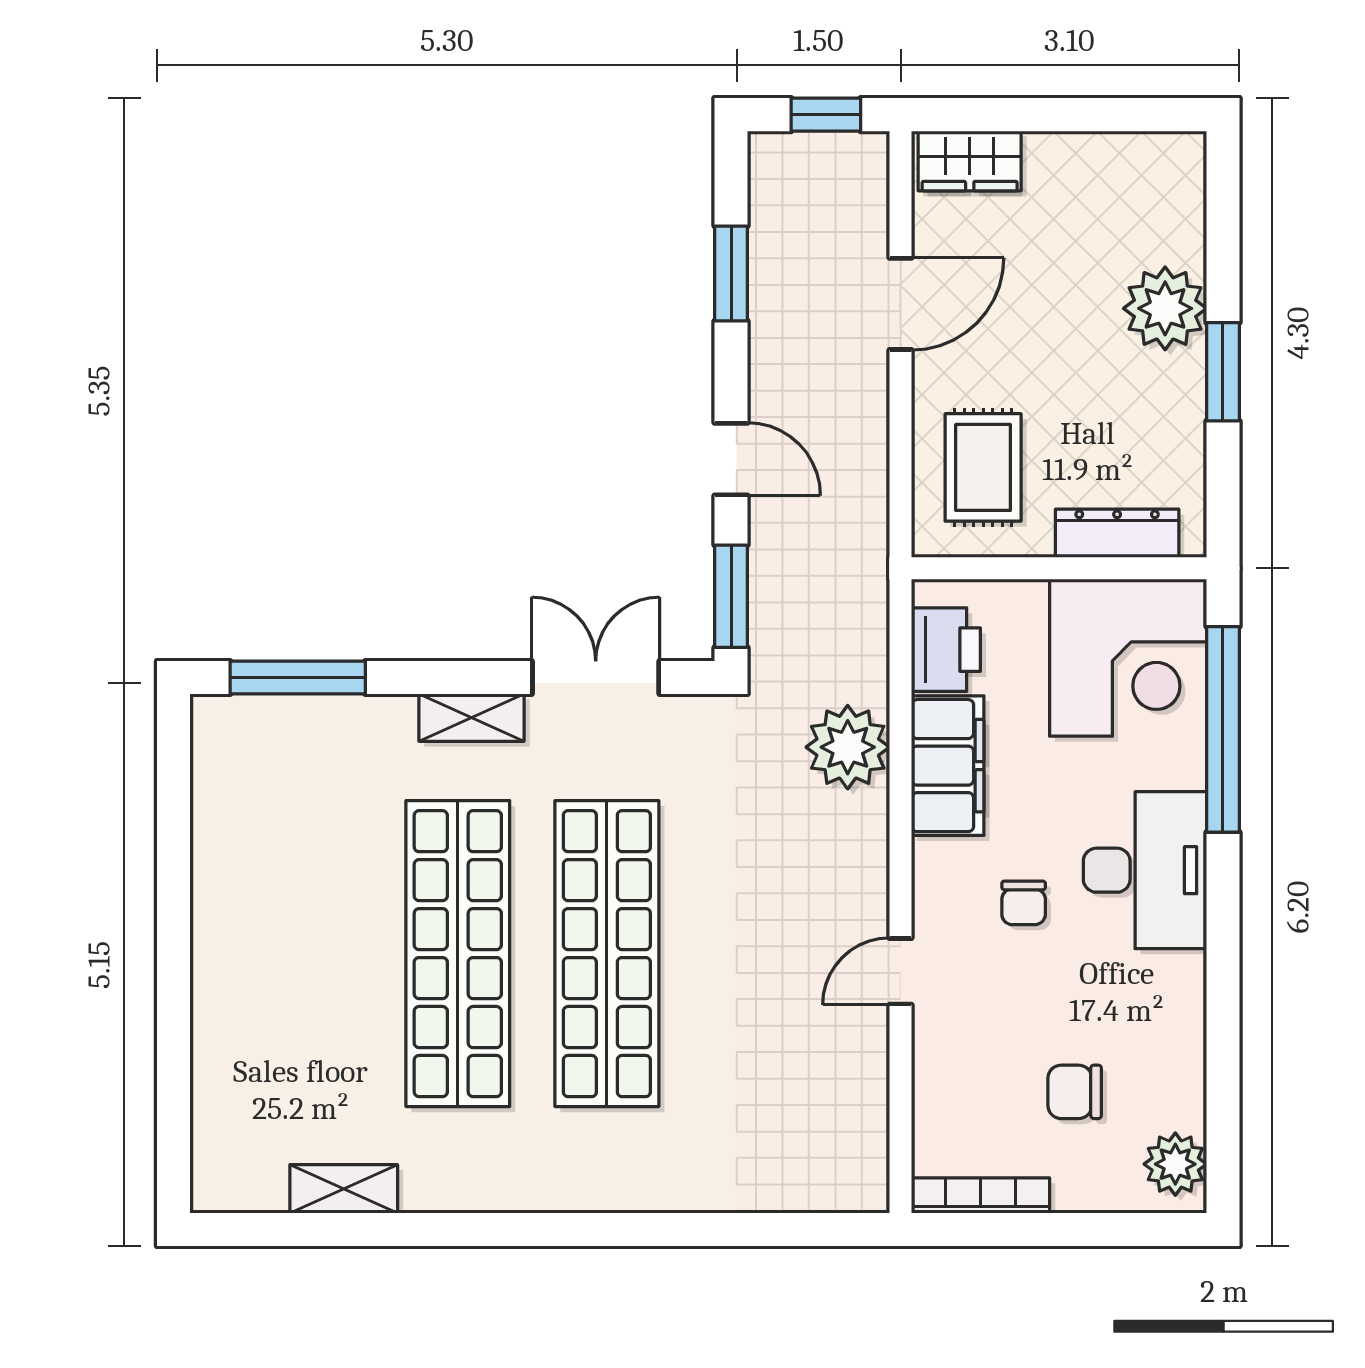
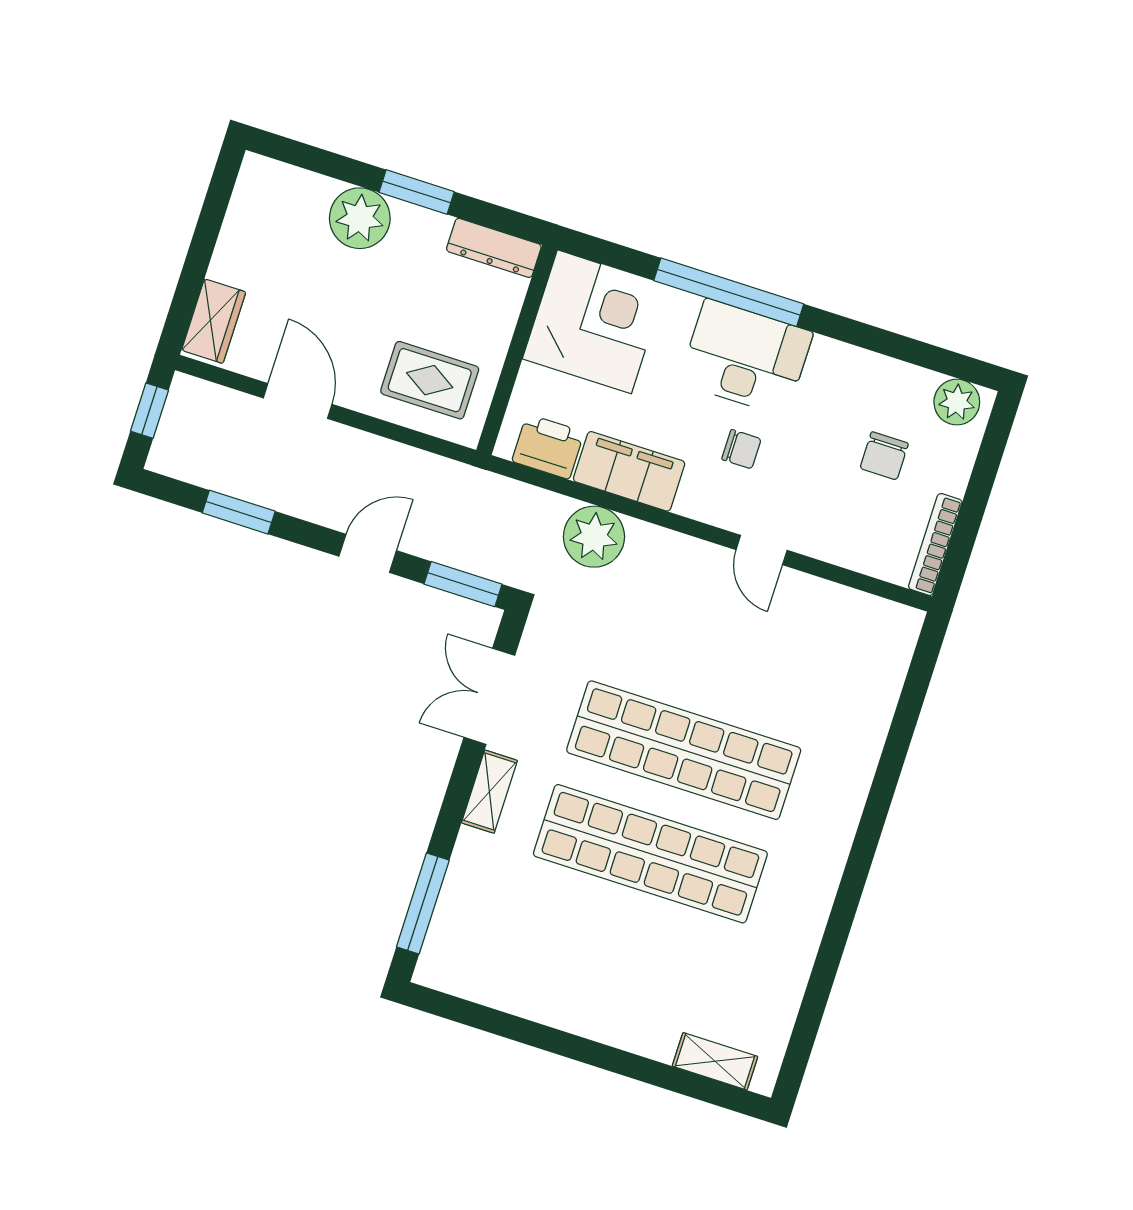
dresser: (1117, 533) -> (494, 248), moved, turned -90
window: (1223, 729) -> (729, 292), moved
shelving: (344, 1189) -> (715, 1061), moved, turned 90

